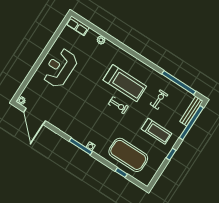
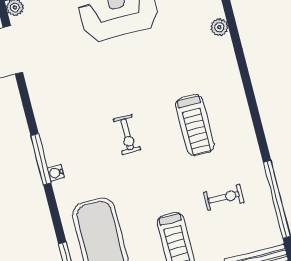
treadmill: (125, 83) -> (195, 125), width x0.73, depth x0.73
exercise bike: (118, 105) -> (127, 134), moved

